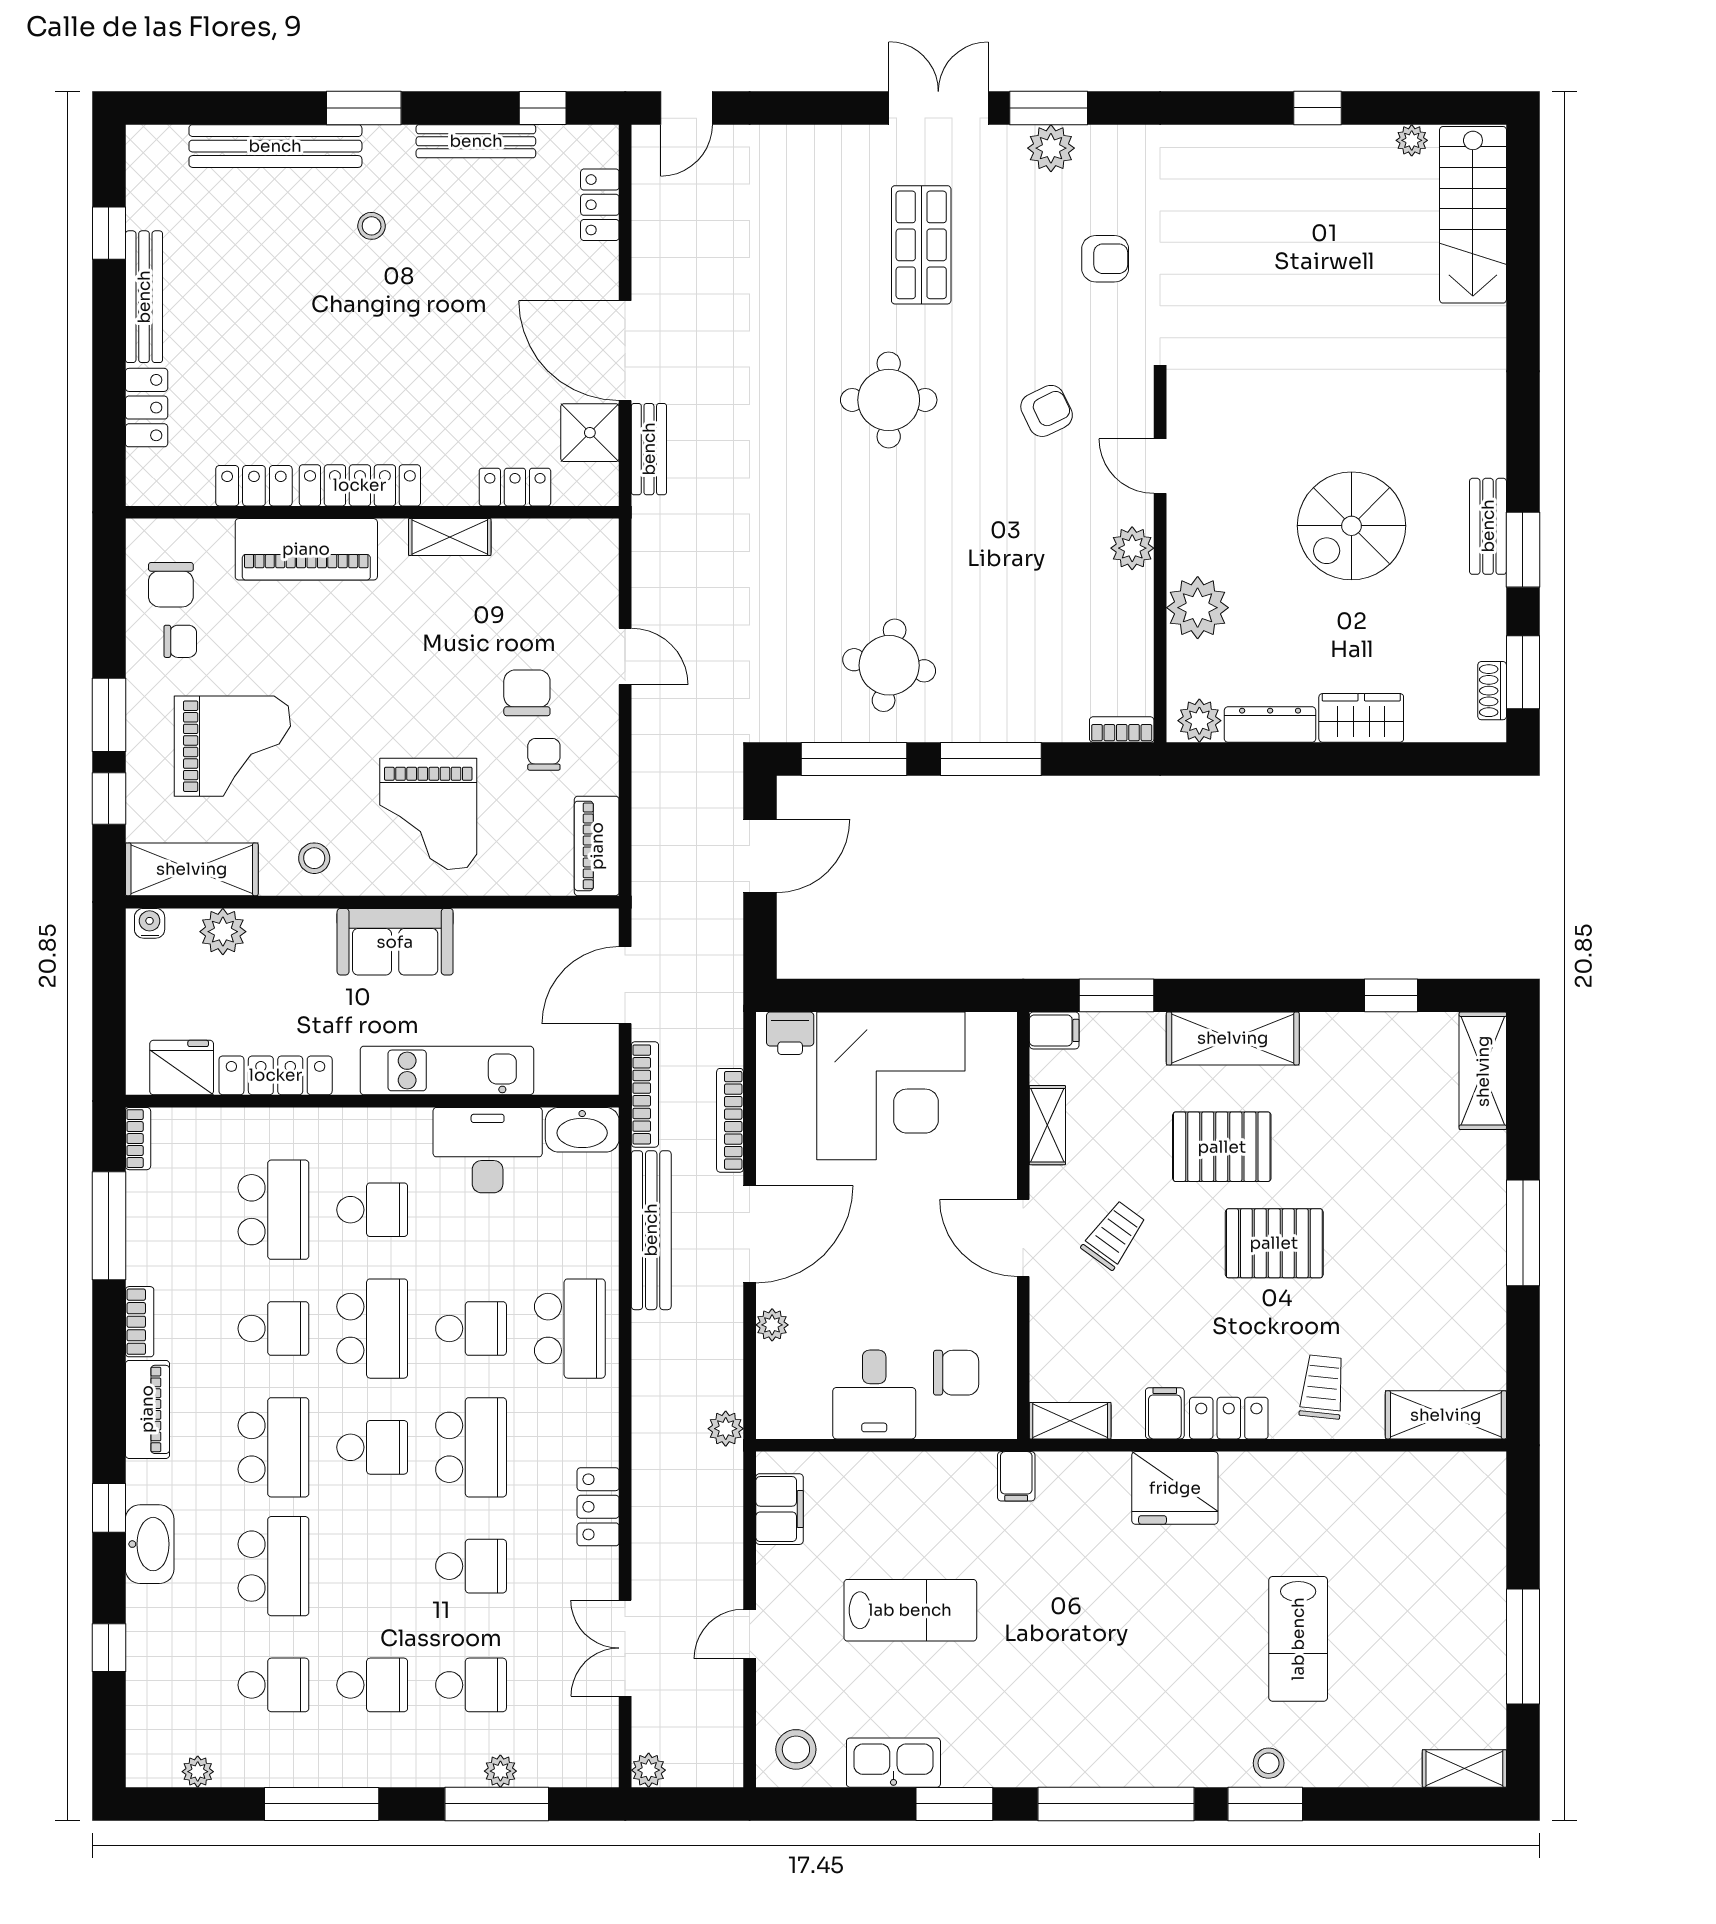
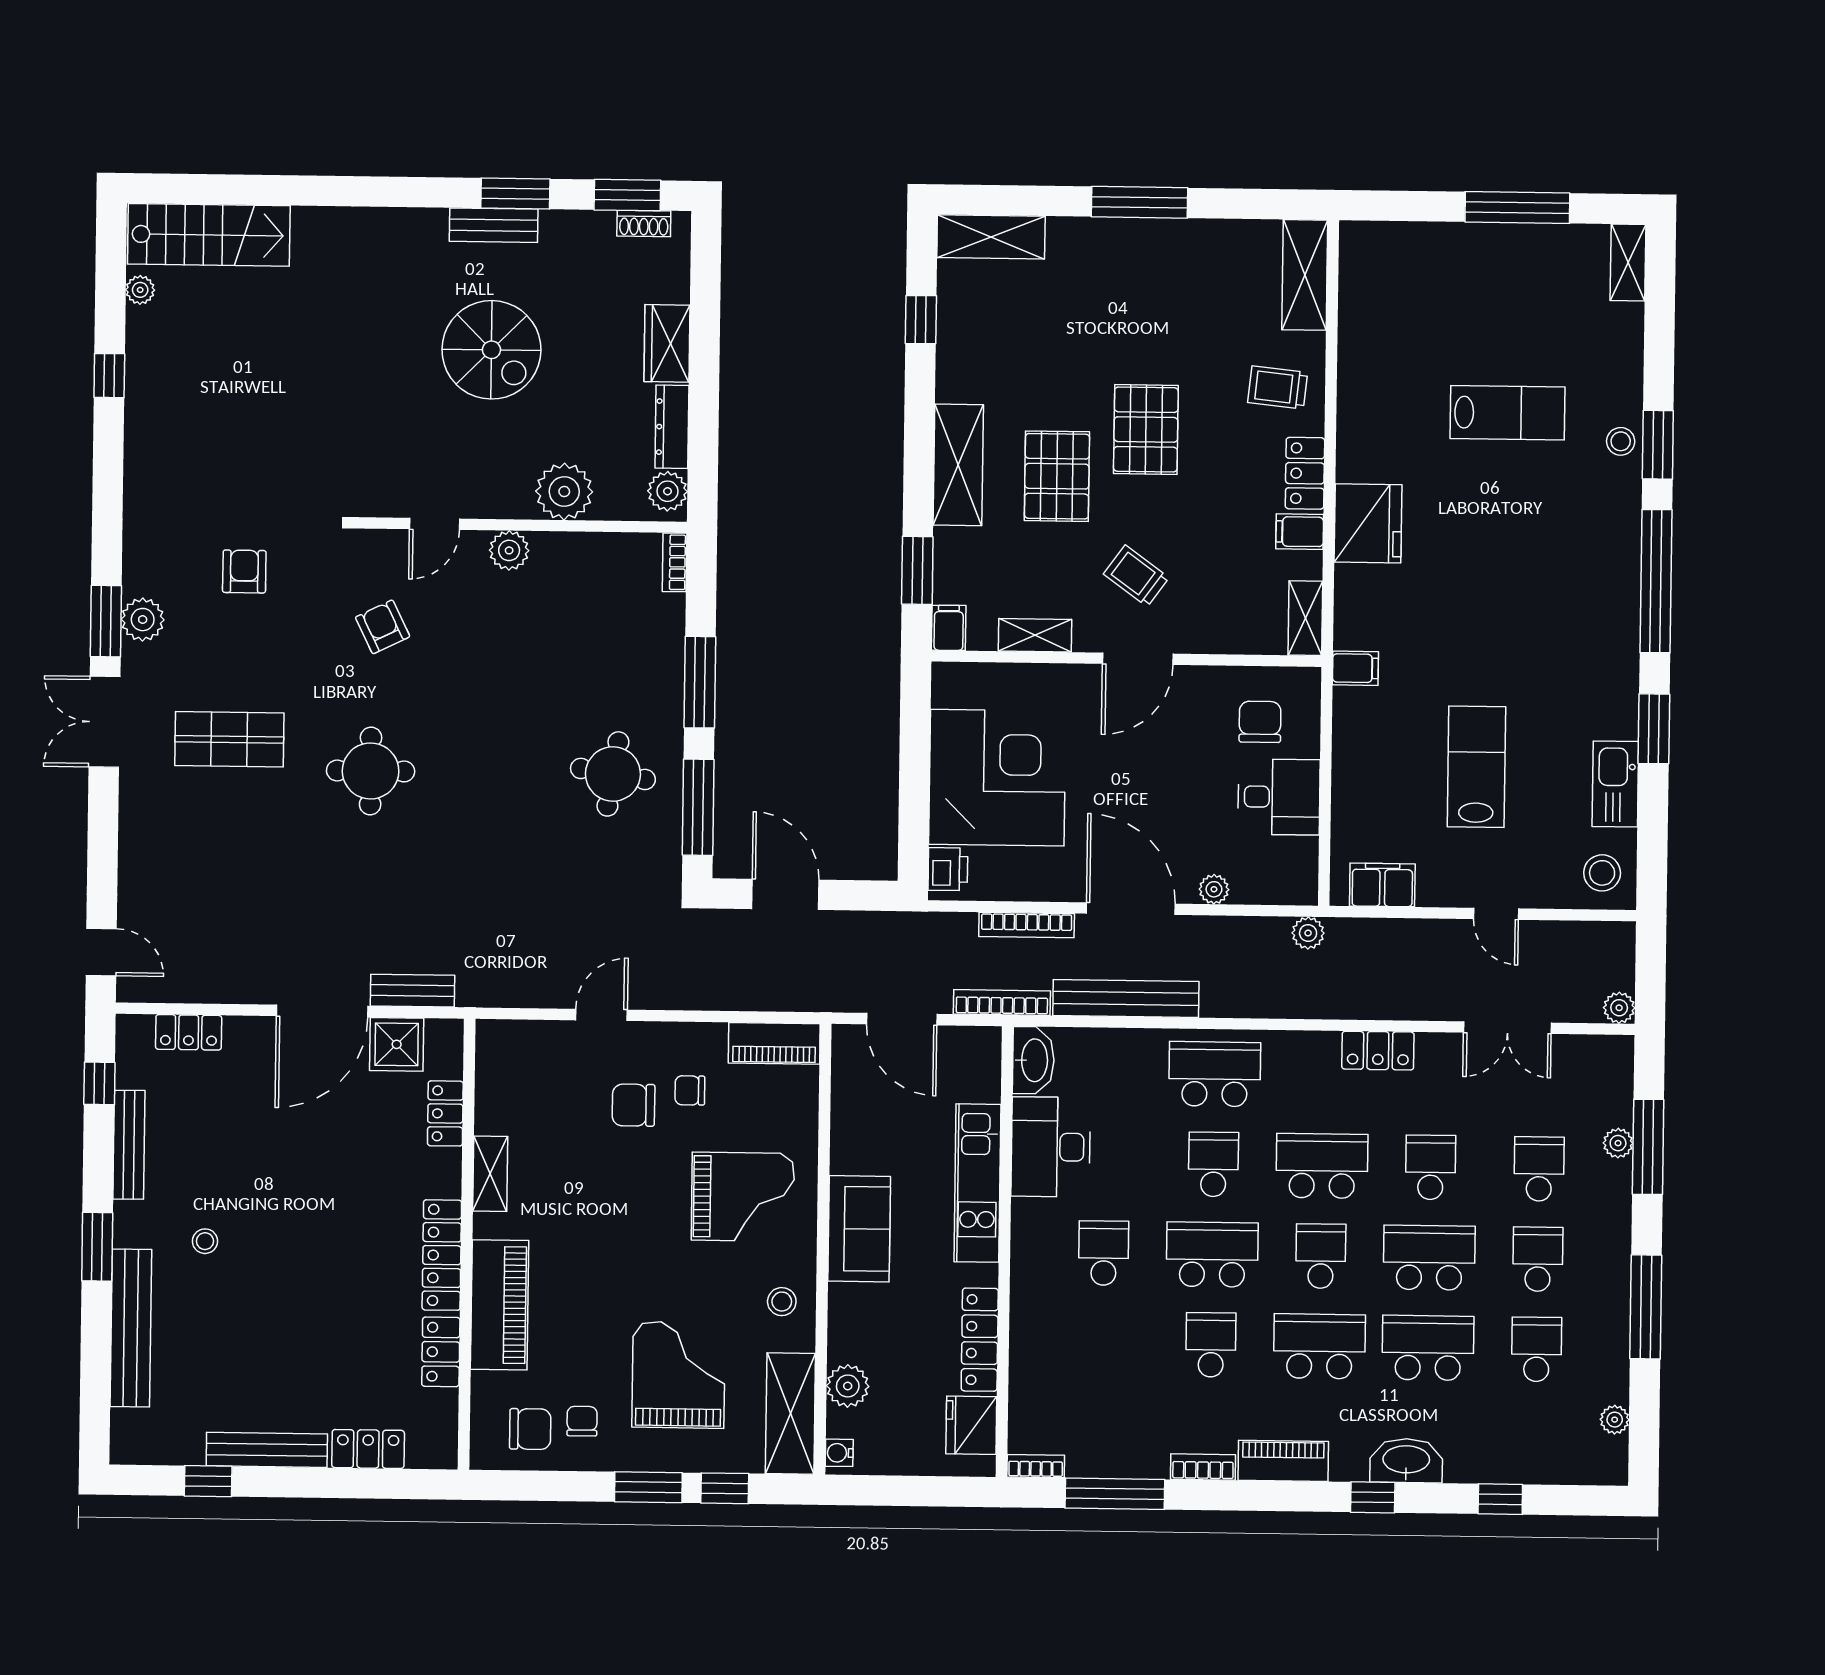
school desk: (273, 1210) -> (1429, 1258), moved

